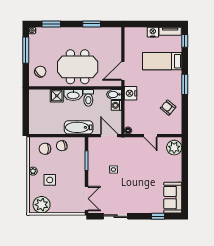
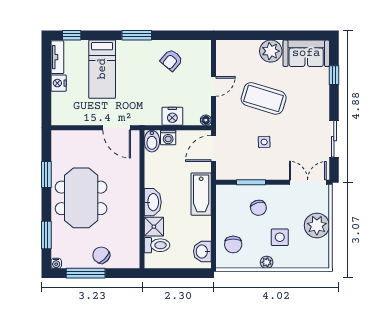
meeting table: (78, 67) -> (81, 198), moved
chair: (40, 72) -> (101, 255), moved
nightstand: (131, 93) -> (172, 116), moved
toilet: (88, 98) -> (157, 245), moved
washbasin: (40, 128) -> (202, 251), added
chair: (62, 146) -> (258, 208), moved
plant: (174, 148) -> (271, 51), moved
coffee table: (143, 169) -> (264, 98), added
plant: (42, 205) -> (317, 225), moved

